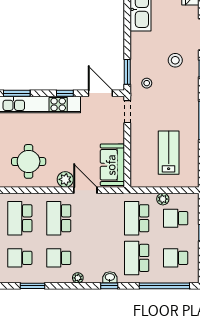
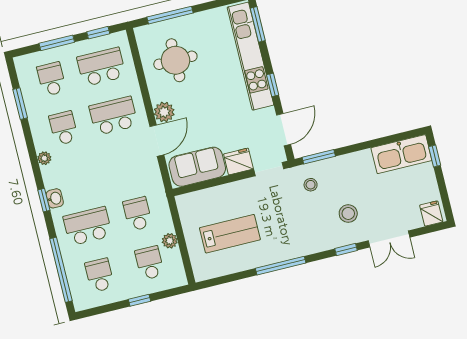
fridge: (116, 133) -> (238, 161), added
school desk: (137, 218) -> (138, 214), width x0.54

